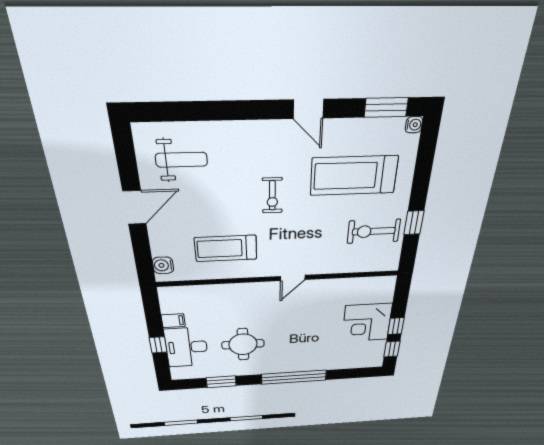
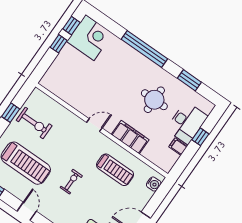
filing cabinet: (238, 294) -> (130, 137), added
corner desk: (367, 323) -> (90, 38), moved

